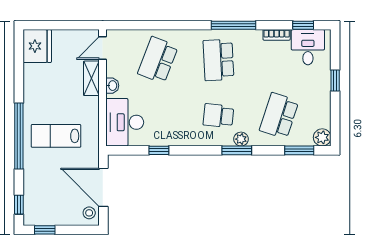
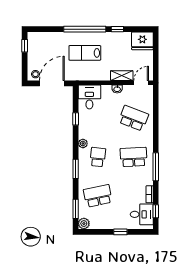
door: (103, 48) -> (141, 83), hinge flipped
school desk: (279, 116) -> (98, 196), turned -30
desk: (125, 122) -> (89, 97), width x0.73
lab bench: (56, 136) -> (85, 53), turned -90
plant: (241, 139) -> (83, 143), moved
window: (19, 205) -> (117, 29), moved

